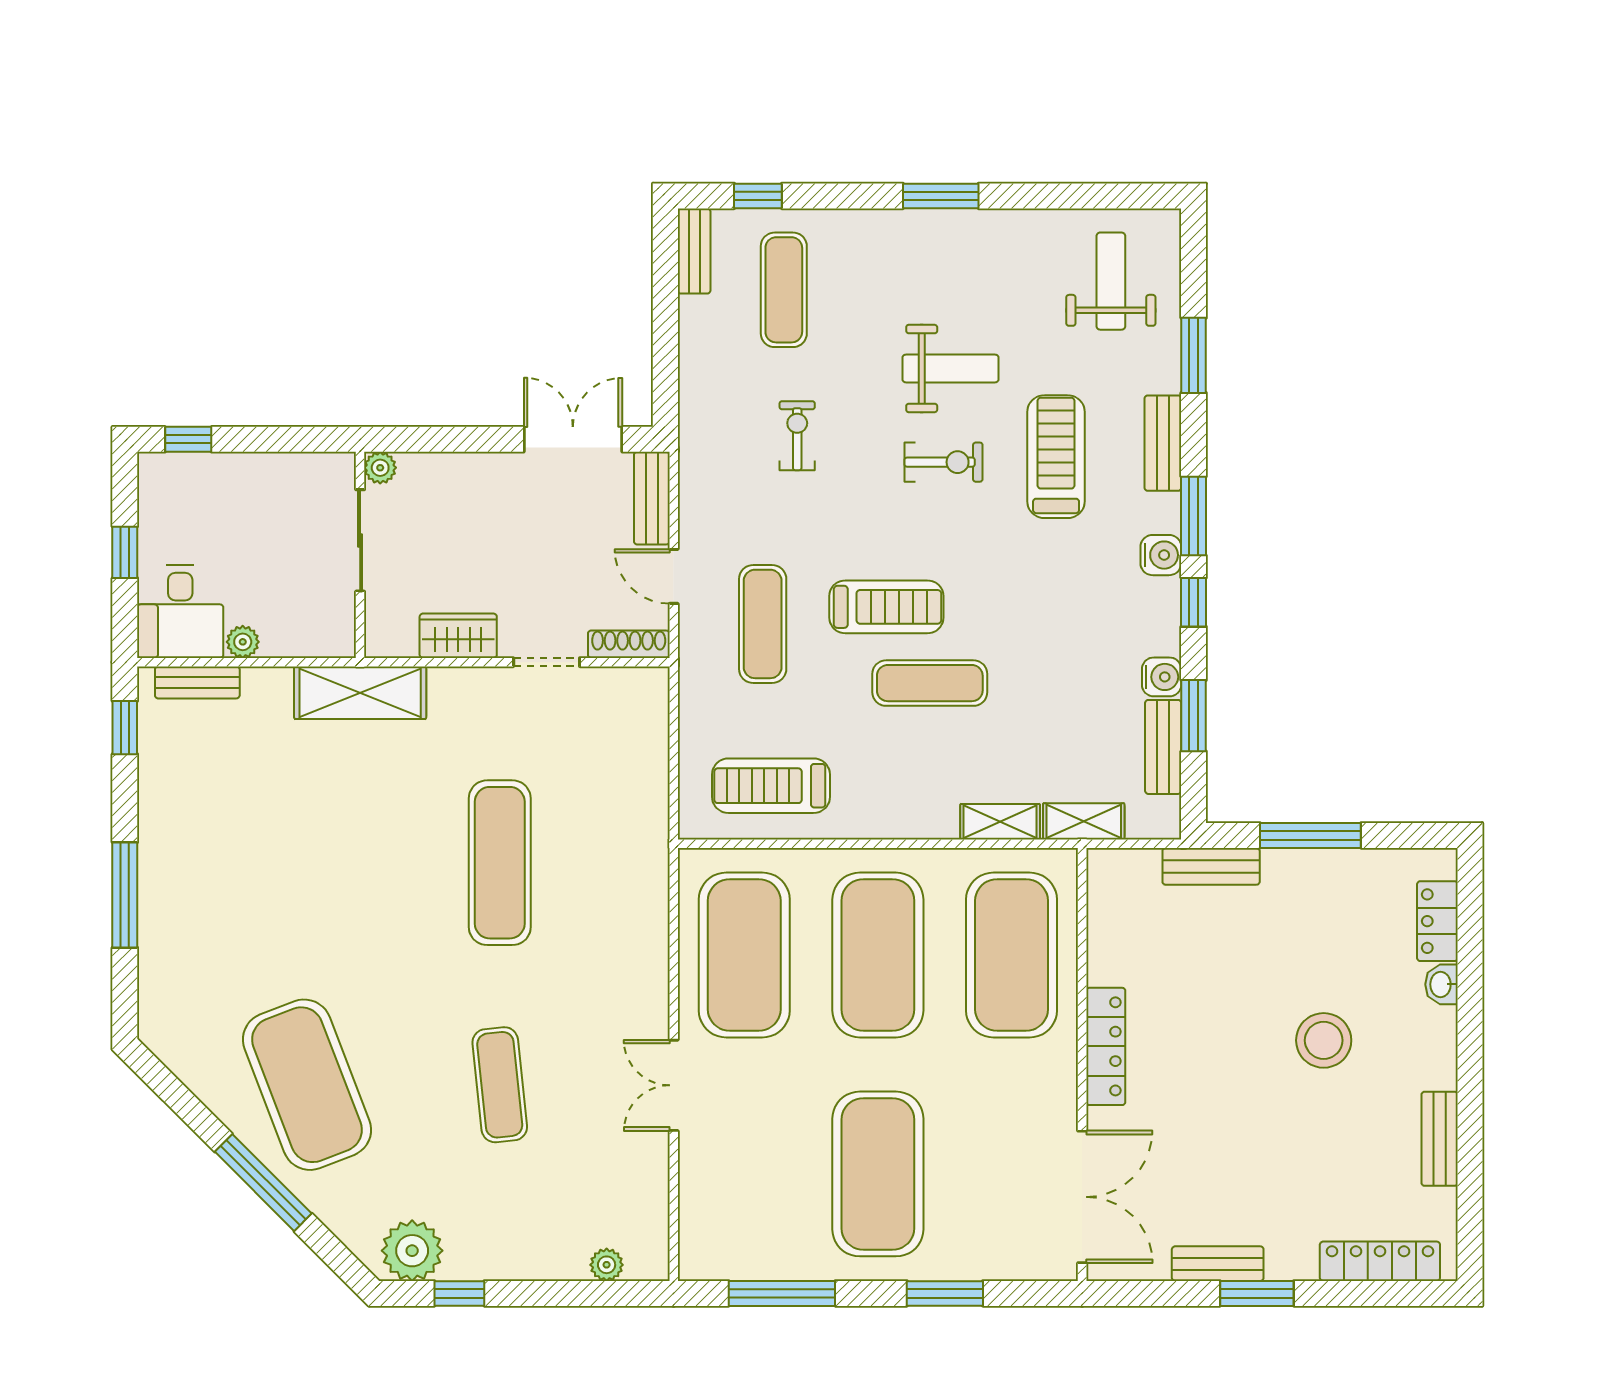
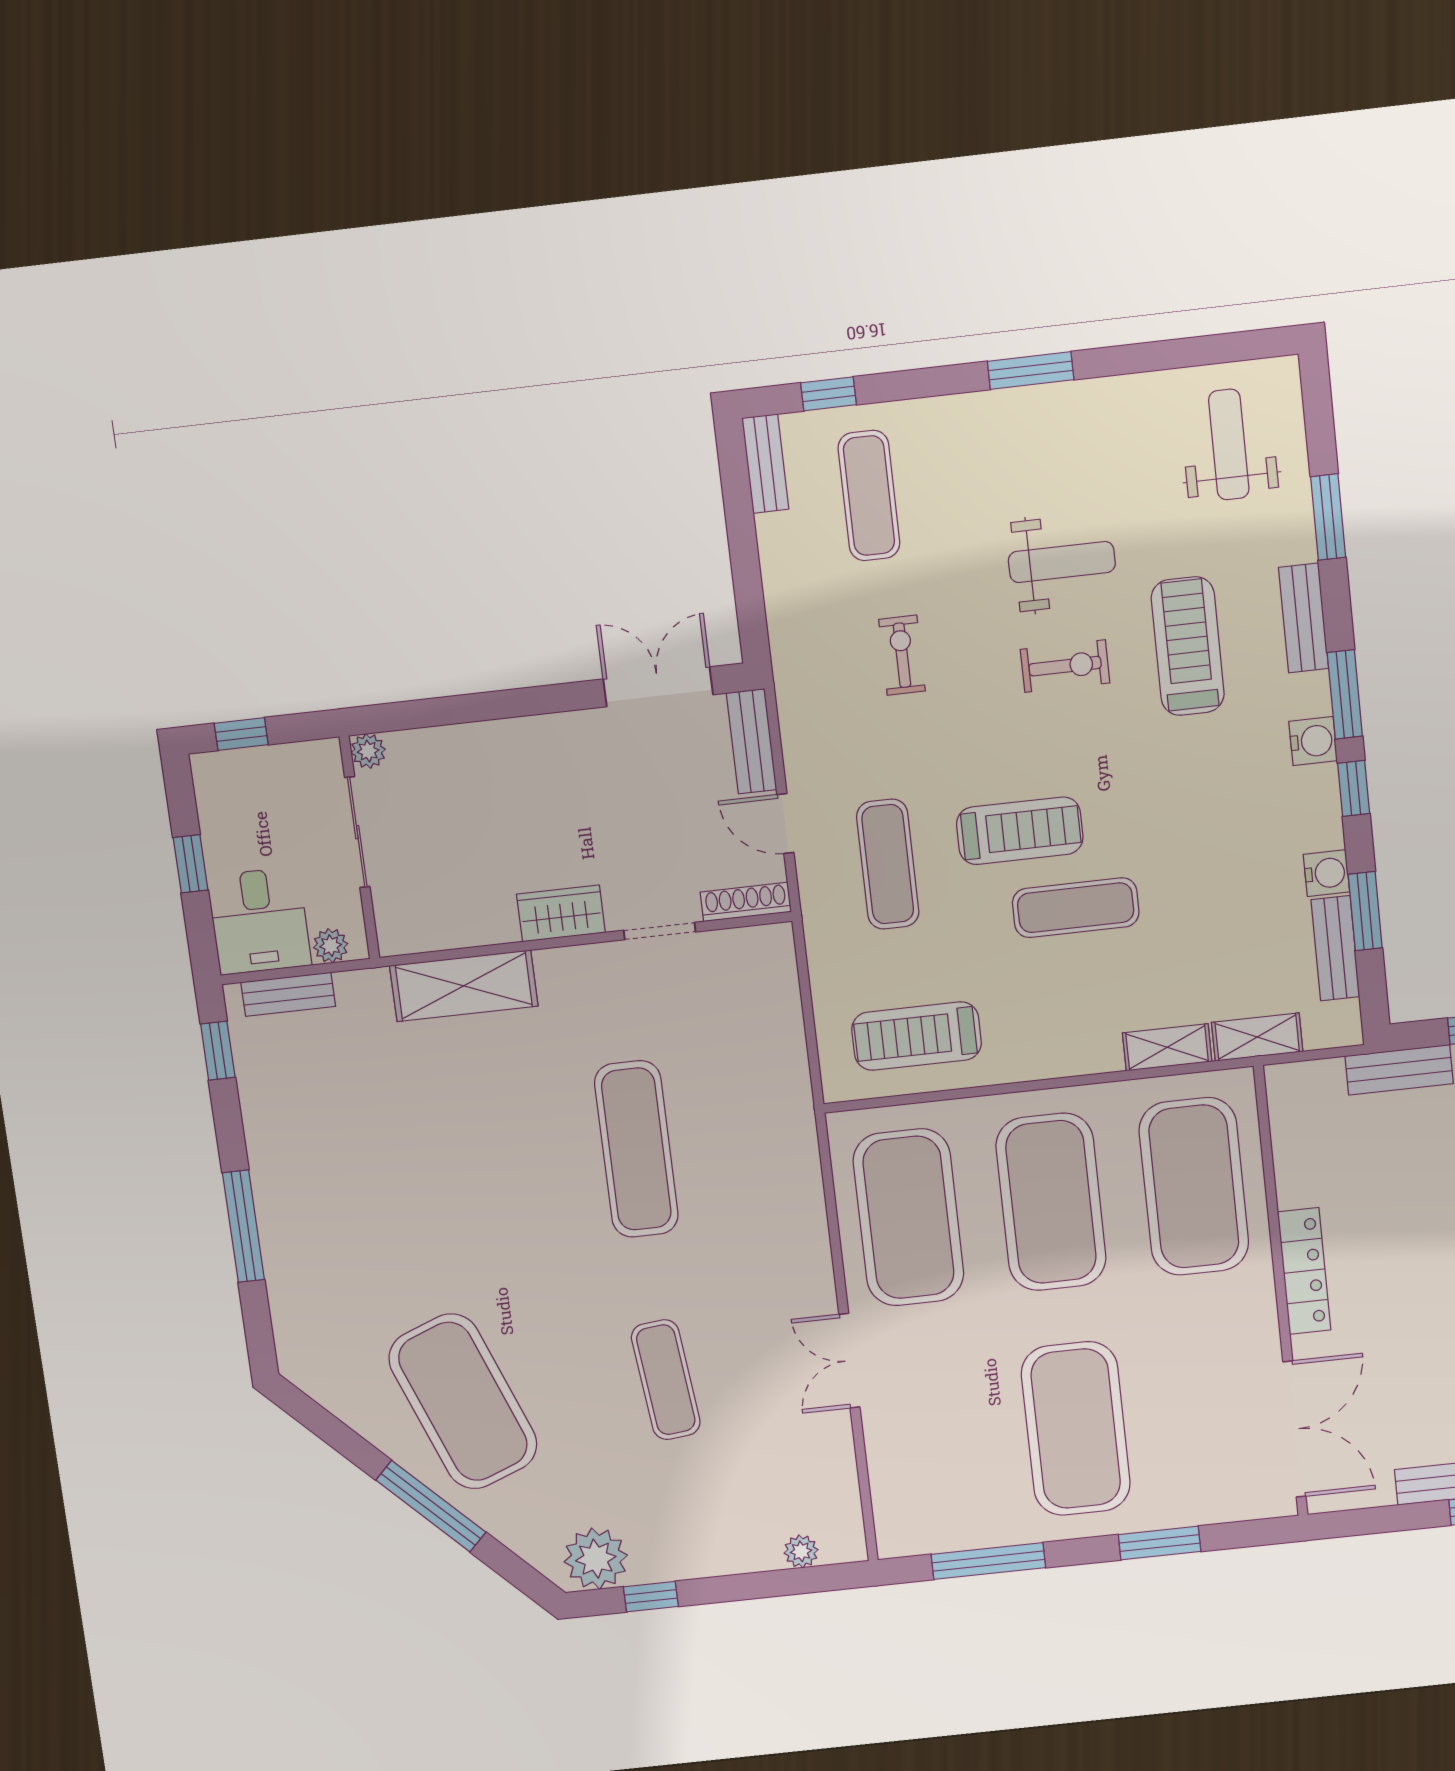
plant: (380, 468) -> (368, 751), moved
sliding door: (360, 540) -> (357, 832), moved
wall: (360, 555) -> (359, 848), moved

